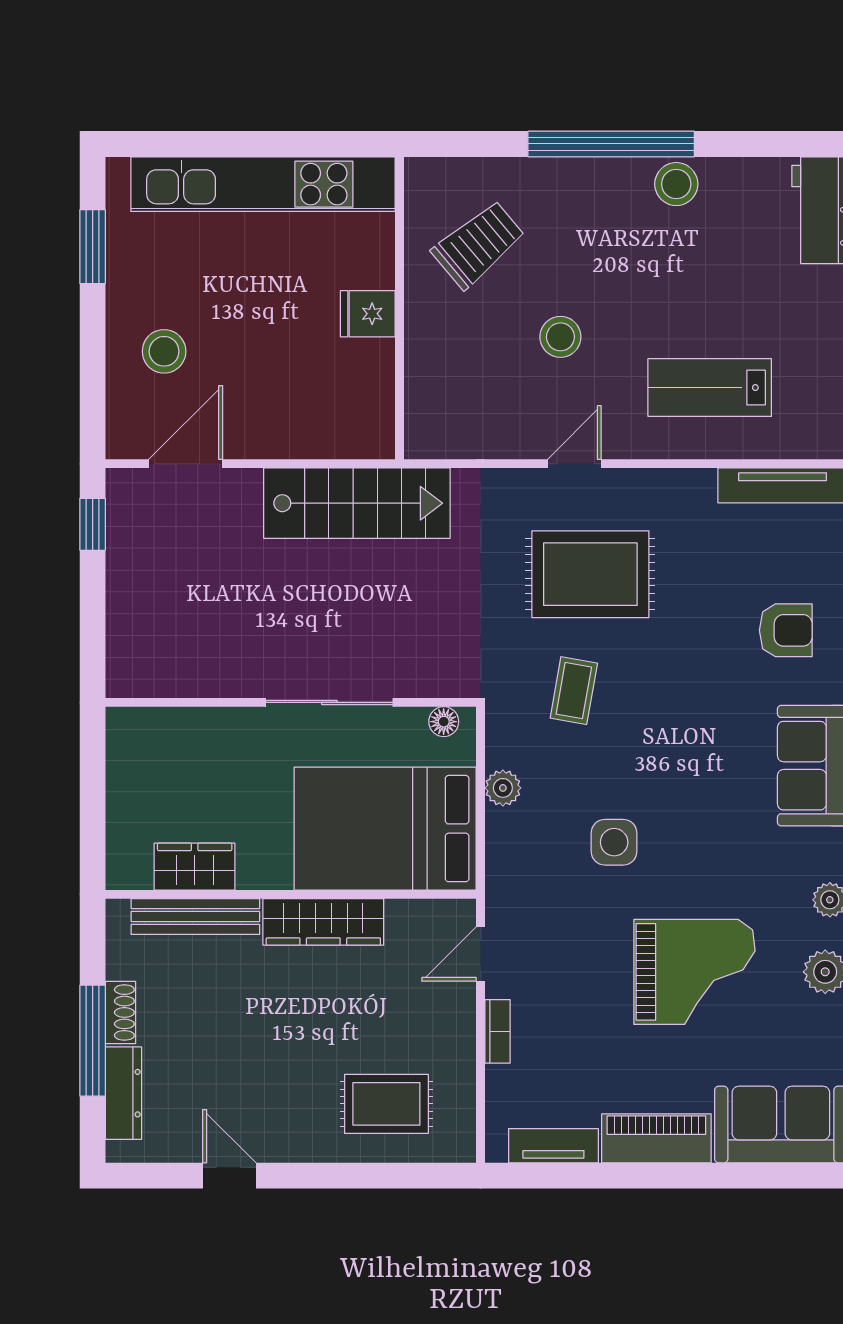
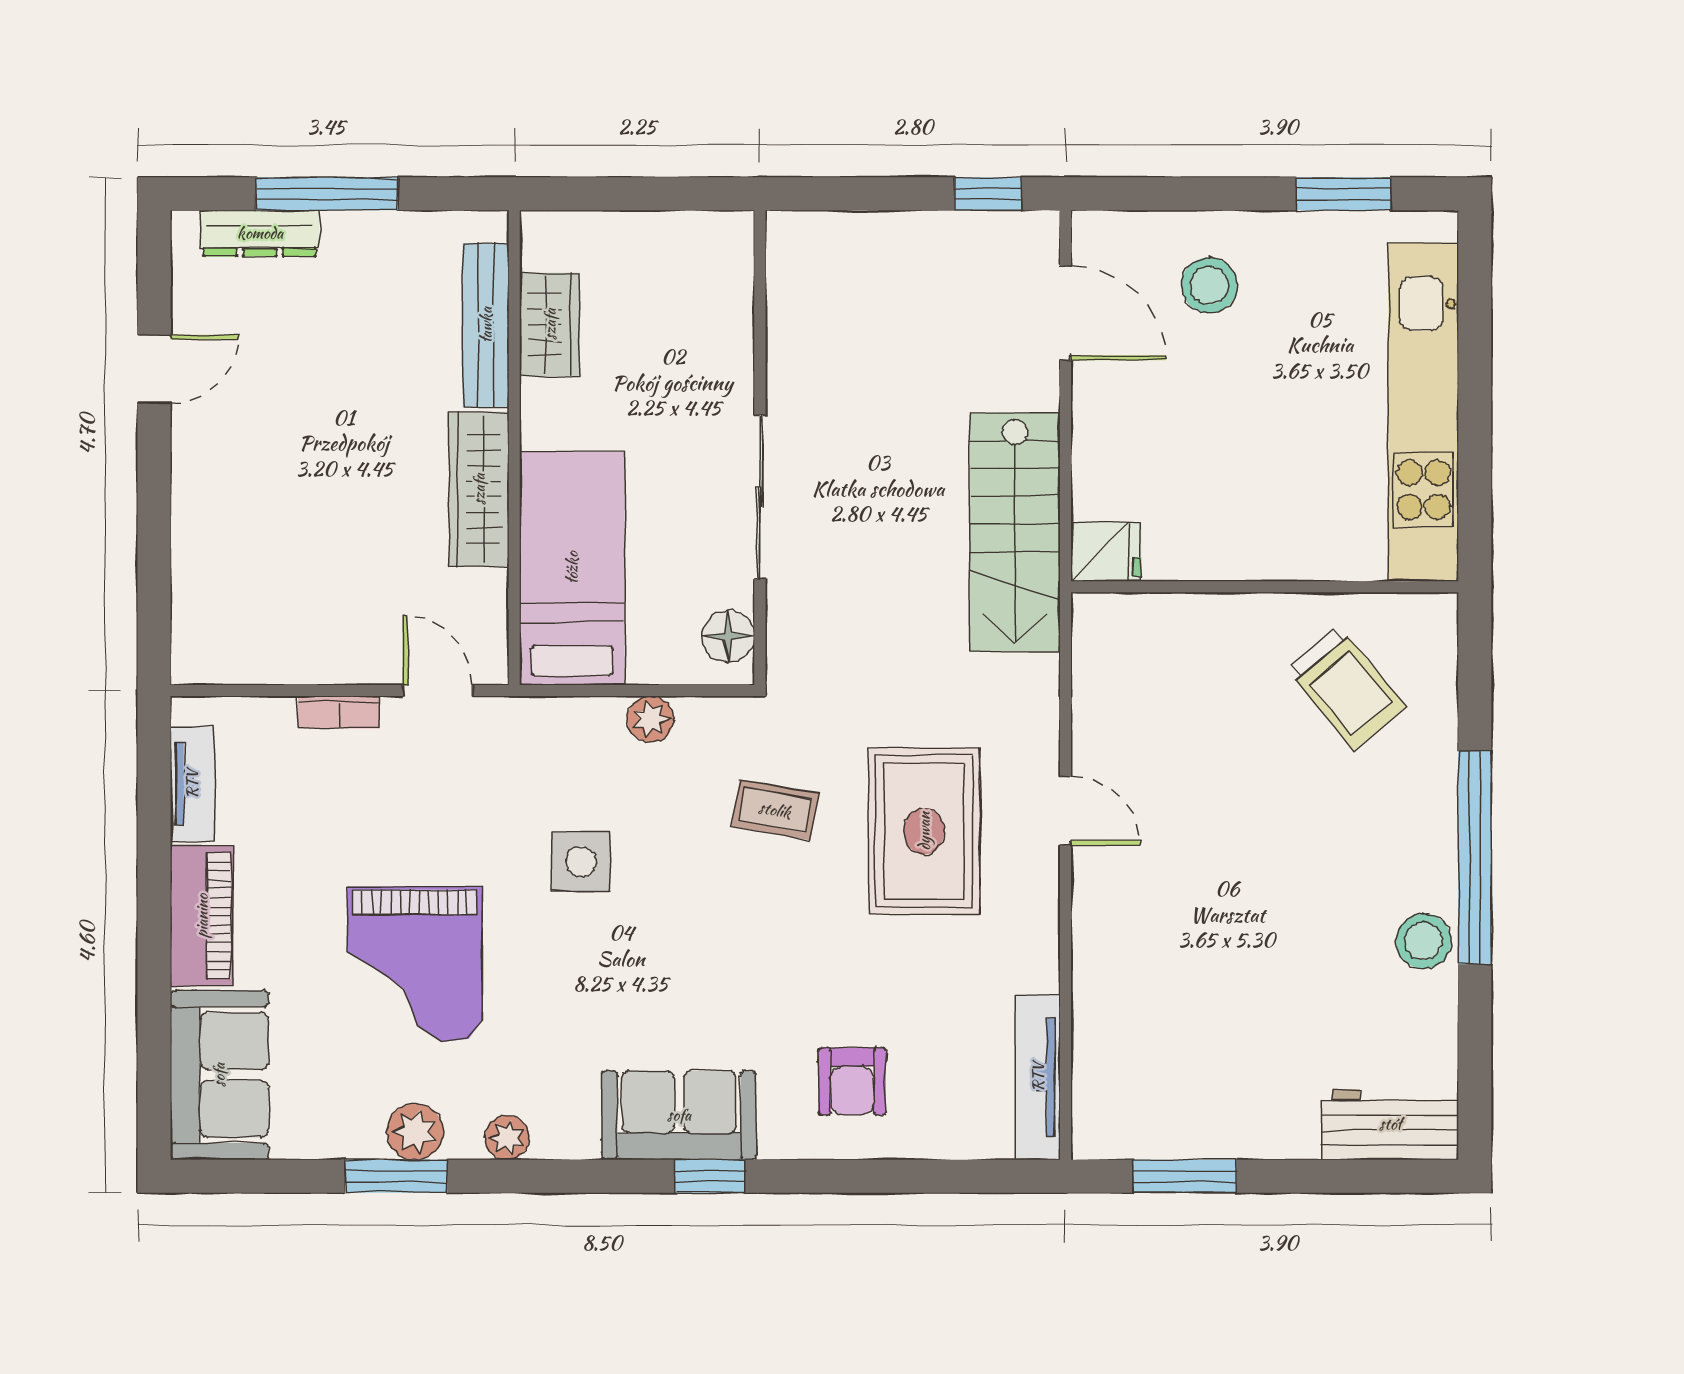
fridge: (368, 314) -> (1106, 552), moved, turned 90
stool: (560, 337) -> (1228, 793), removed
lab bench: (710, 388) -> (1163, 984), removed
floor lamp: (444, 722) -> (728, 636), width x1.37, depth x1.37
bed: (385, 829) -> (572, 568), width x0.67
shoe rack: (120, 1012) -> (363, 230), removed
rug: (386, 1104) -> (246, 570), removed

